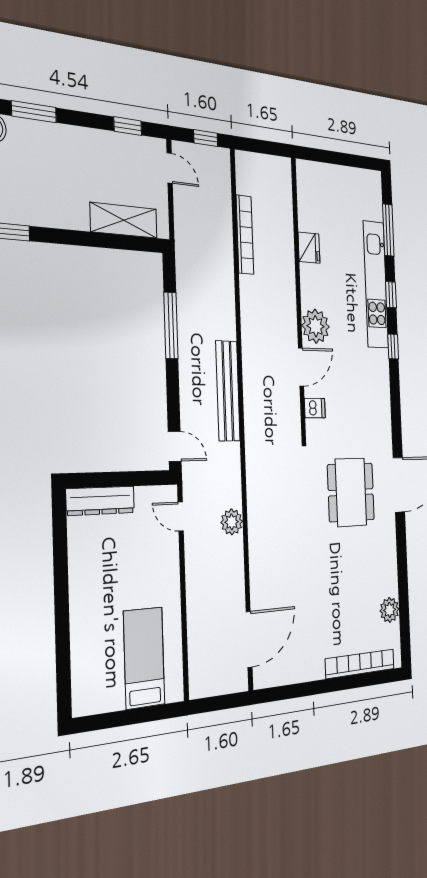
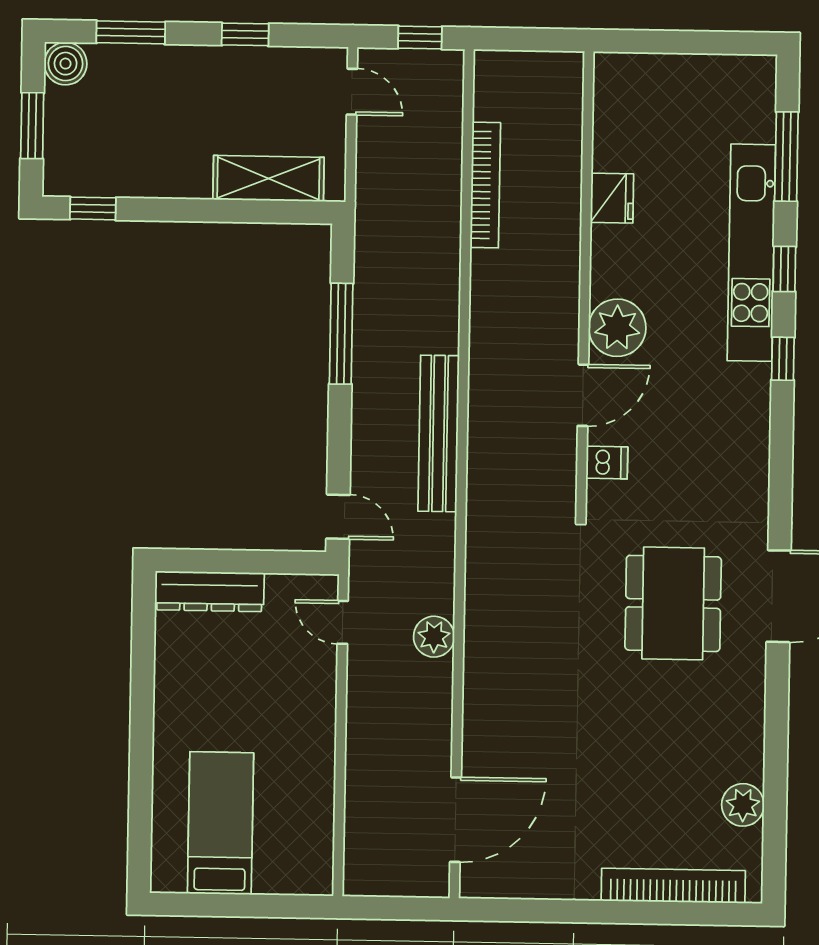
window: (128, 126) -> (245, 34), moved
bed: (144, 658) -> (220, 823), moved

